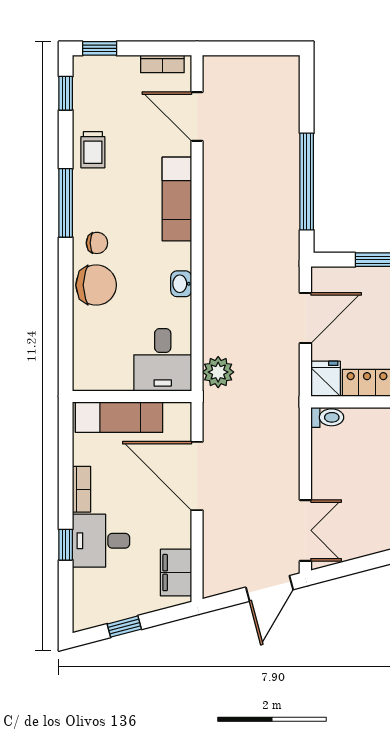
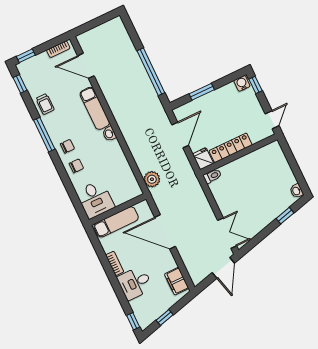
washbasin: (181, 284) -> (109, 134), moved
chair: (96, 285) -> (76, 166), width x0.54, depth x0.54
desk: (163, 360) -> (95, 199), moved
window: (66, 545) -> (133, 321), moved

